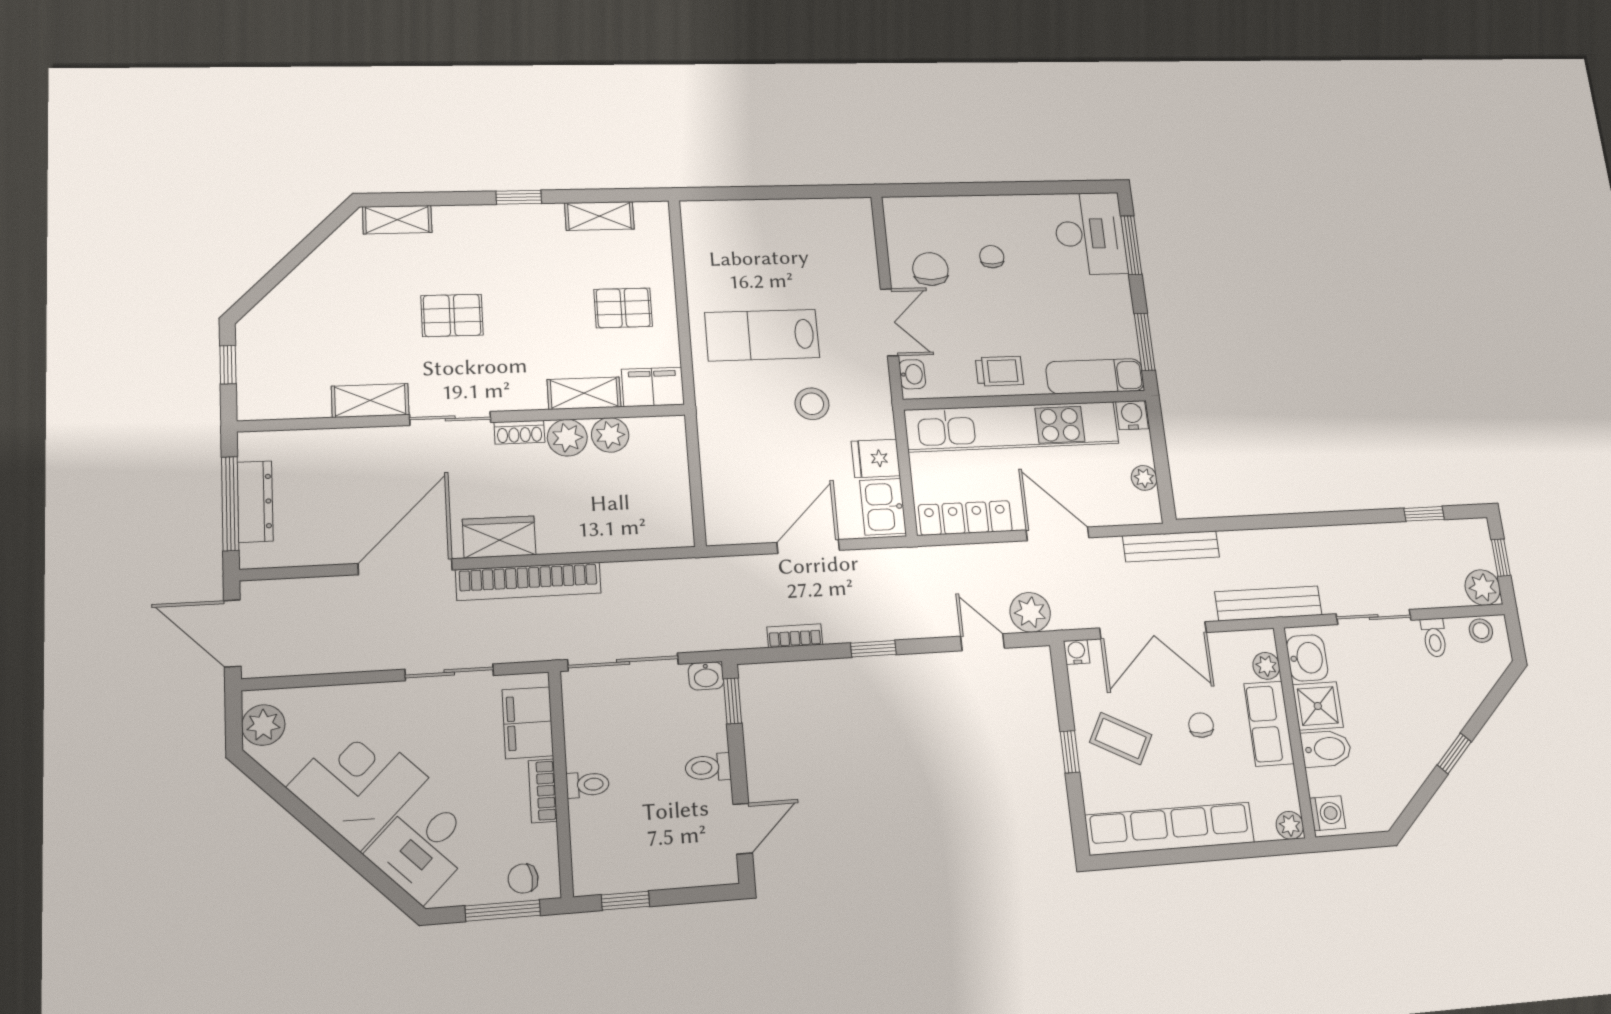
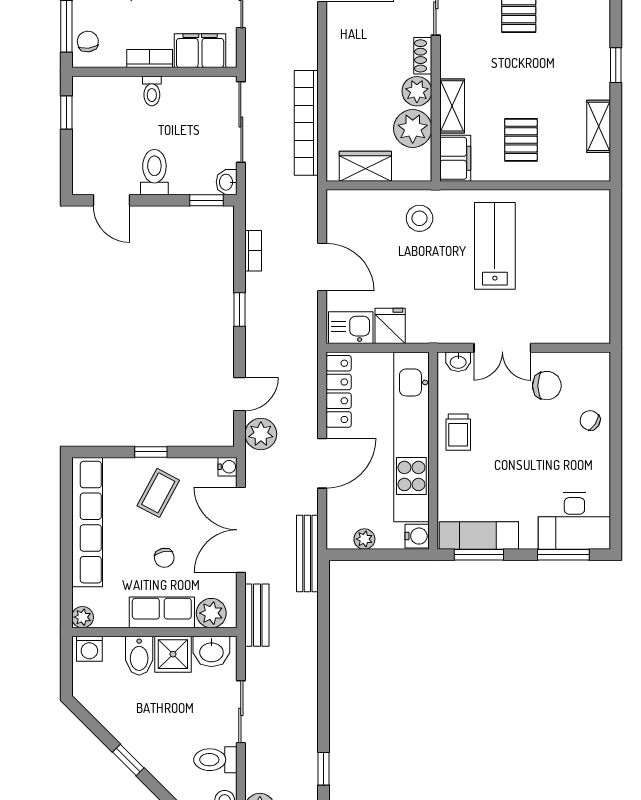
chair: (992, 257) -> (590, 420), moved, turned -148
exam couch: (1095, 376) -> (479, 536), moved, turned -90
stool: (812, 404) -> (420, 218), moved
plant: (610, 435) -> (413, 128), width x1.36, depth x1.36
wardrobe: (499, 537) -> (365, 166), moved, turned -90
bookcase: (529, 581) -> (306, 123), moved
bench: (1269, 603) -> (257, 615), width x0.73
toilet: (1434, 638) -> (215, 760), width x1.37, depth x1.39
plant: (1266, 666) -> (211, 613), width x1.38, depth x1.38
chair: (1201, 725) -> (164, 558), turned 77
toilet: (708, 767) -> (154, 172), width x1.37, depth x1.39

